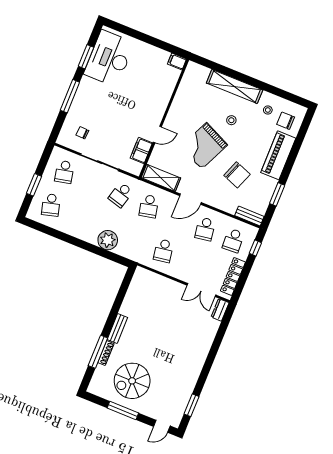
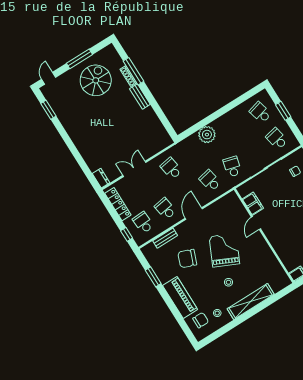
shelving: (161, 178) -> (224, 204), removed
bench: (249, 216) -> (165, 238), moved
double door: (201, 290) -> (134, 169), moved

